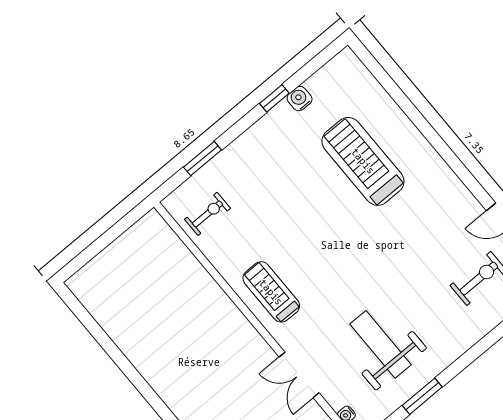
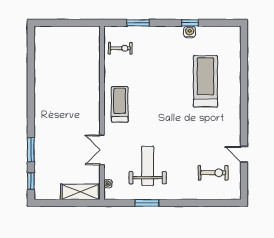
water cooler: (300, 99) -> (190, 32), moved

